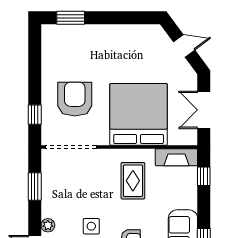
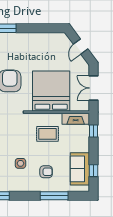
door: (184, 46) -> (81, 47), swing flipped
rug: (133, 181) -> (47, 134), turned 90

